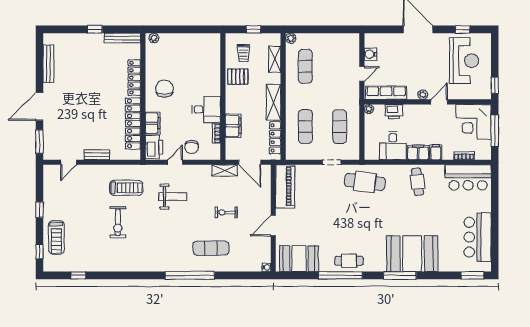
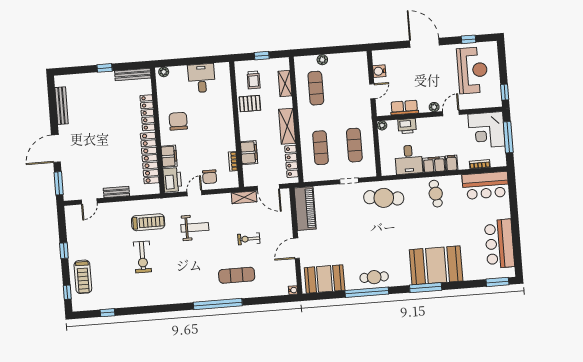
plant: (291, 38) -> (322, 60), moved
row of seats: (386, 93) -> (404, 108), width x0.68
desk: (206, 109) -> (202, 78), moved, turned -90

